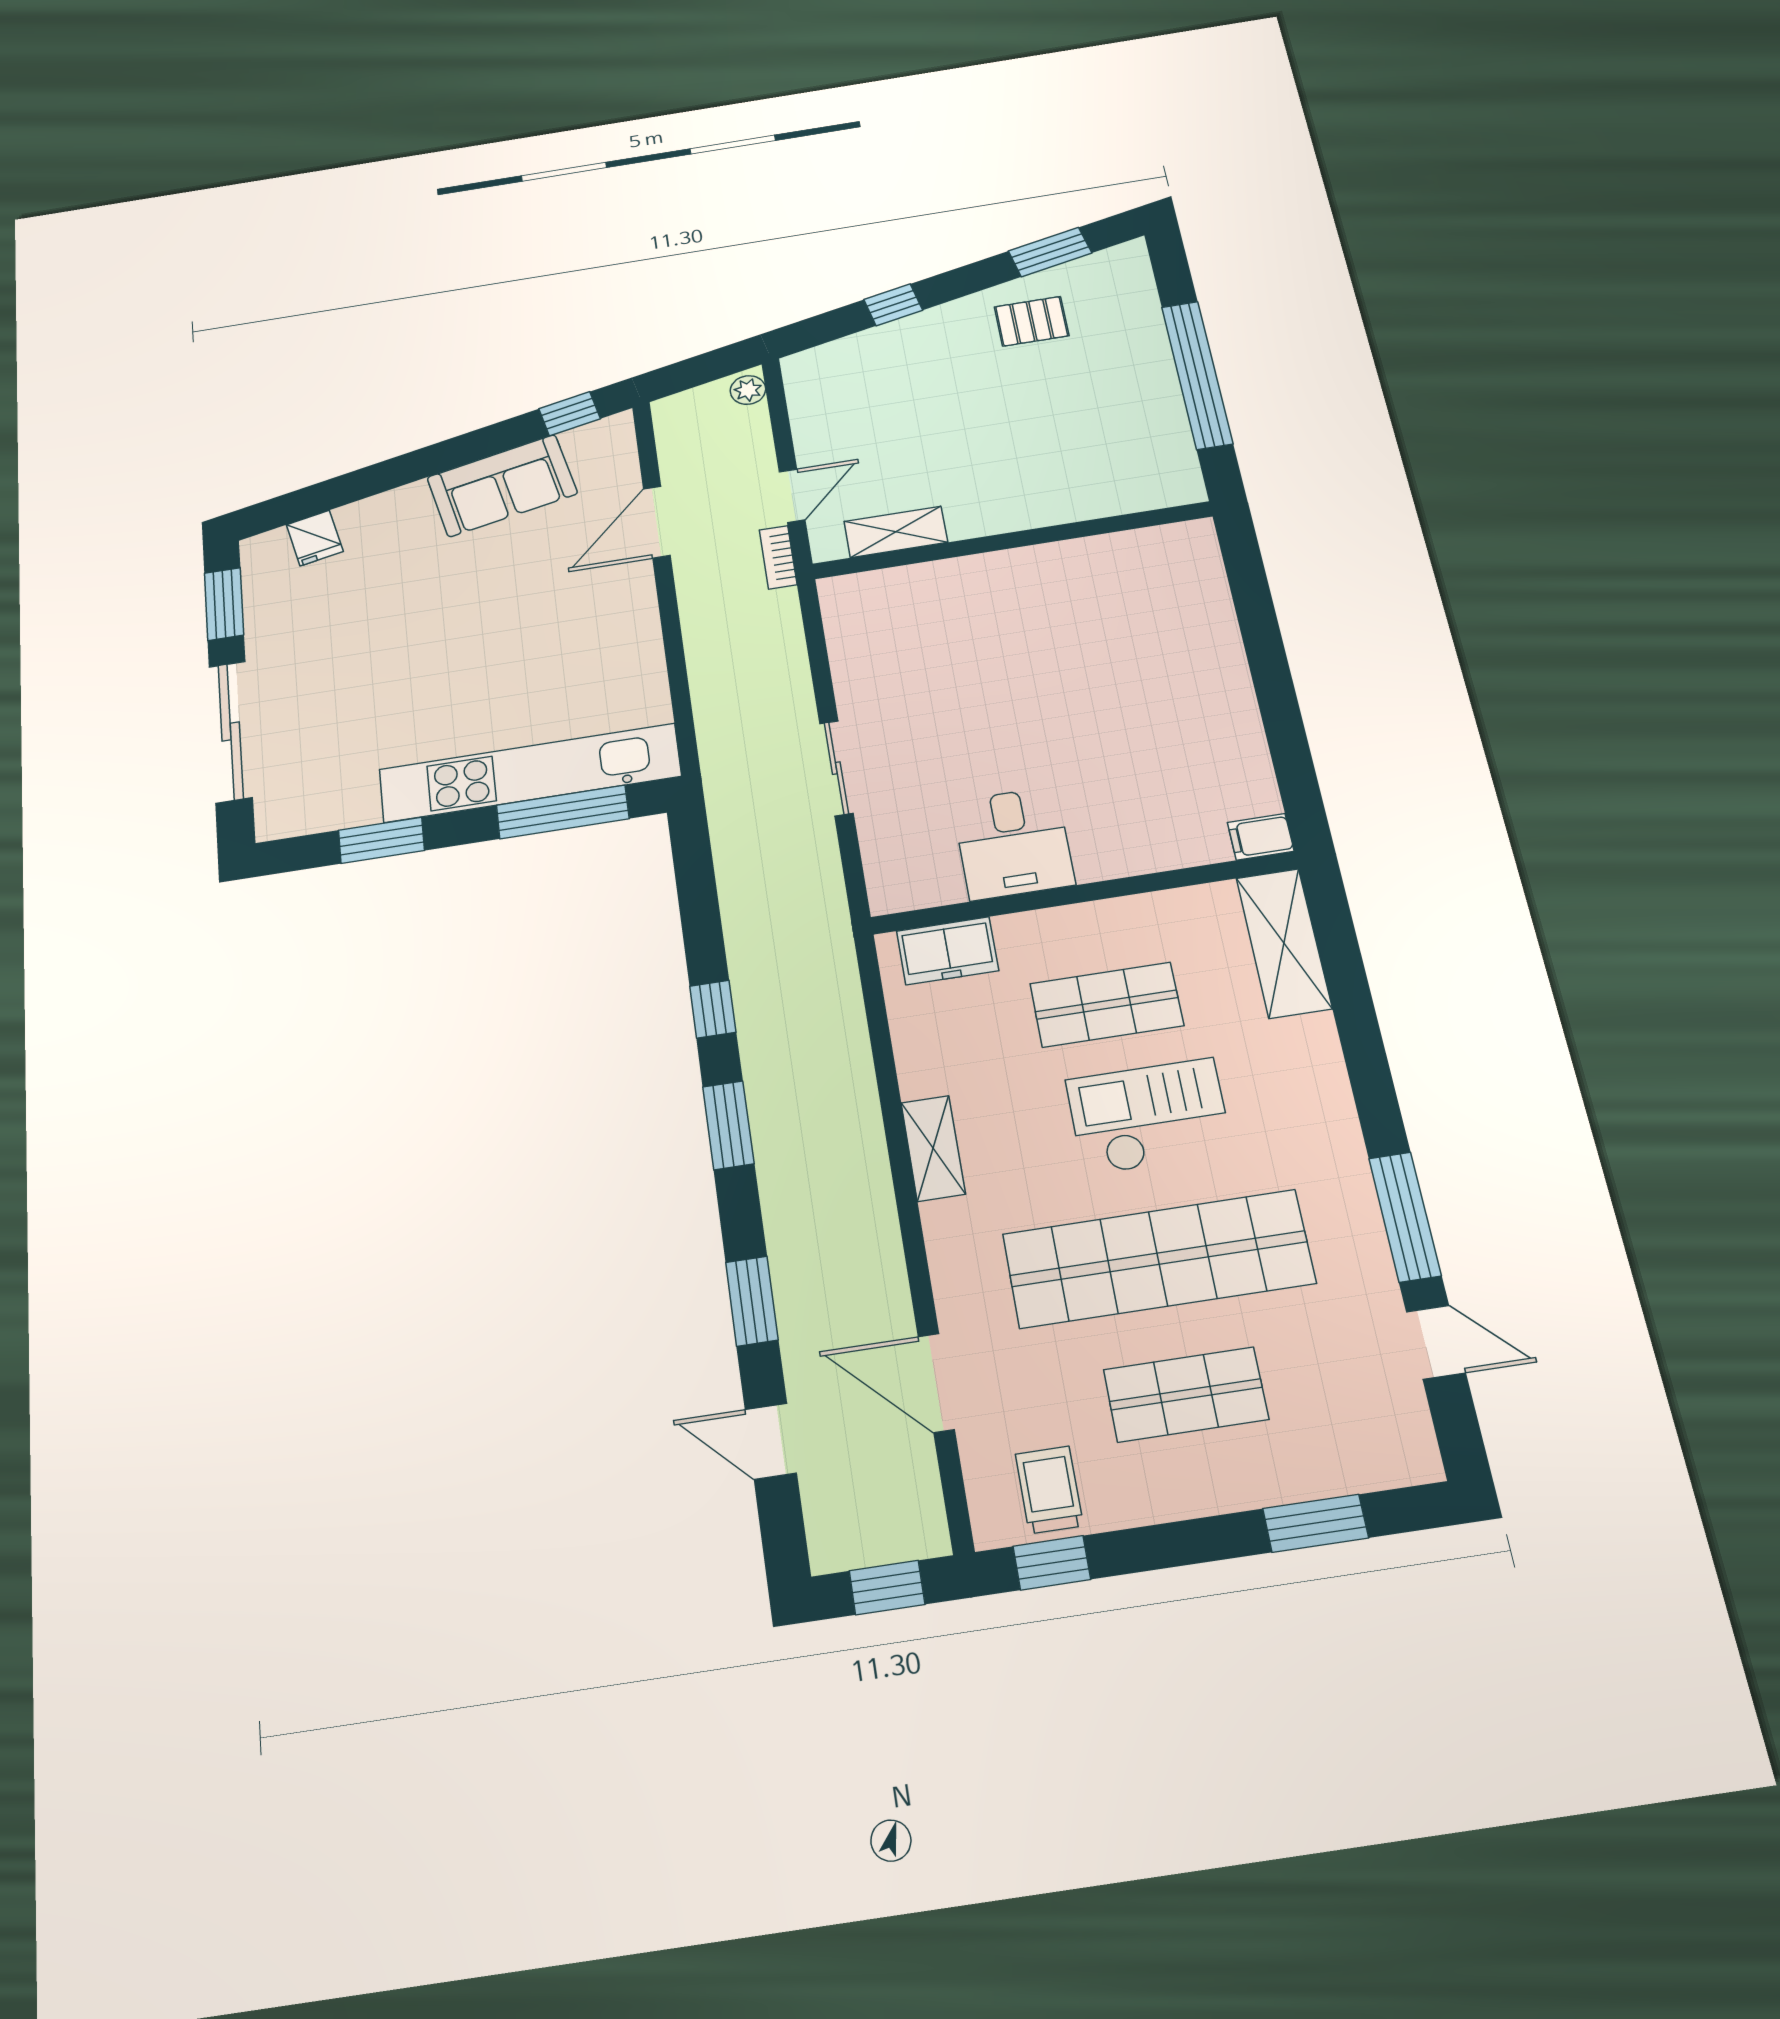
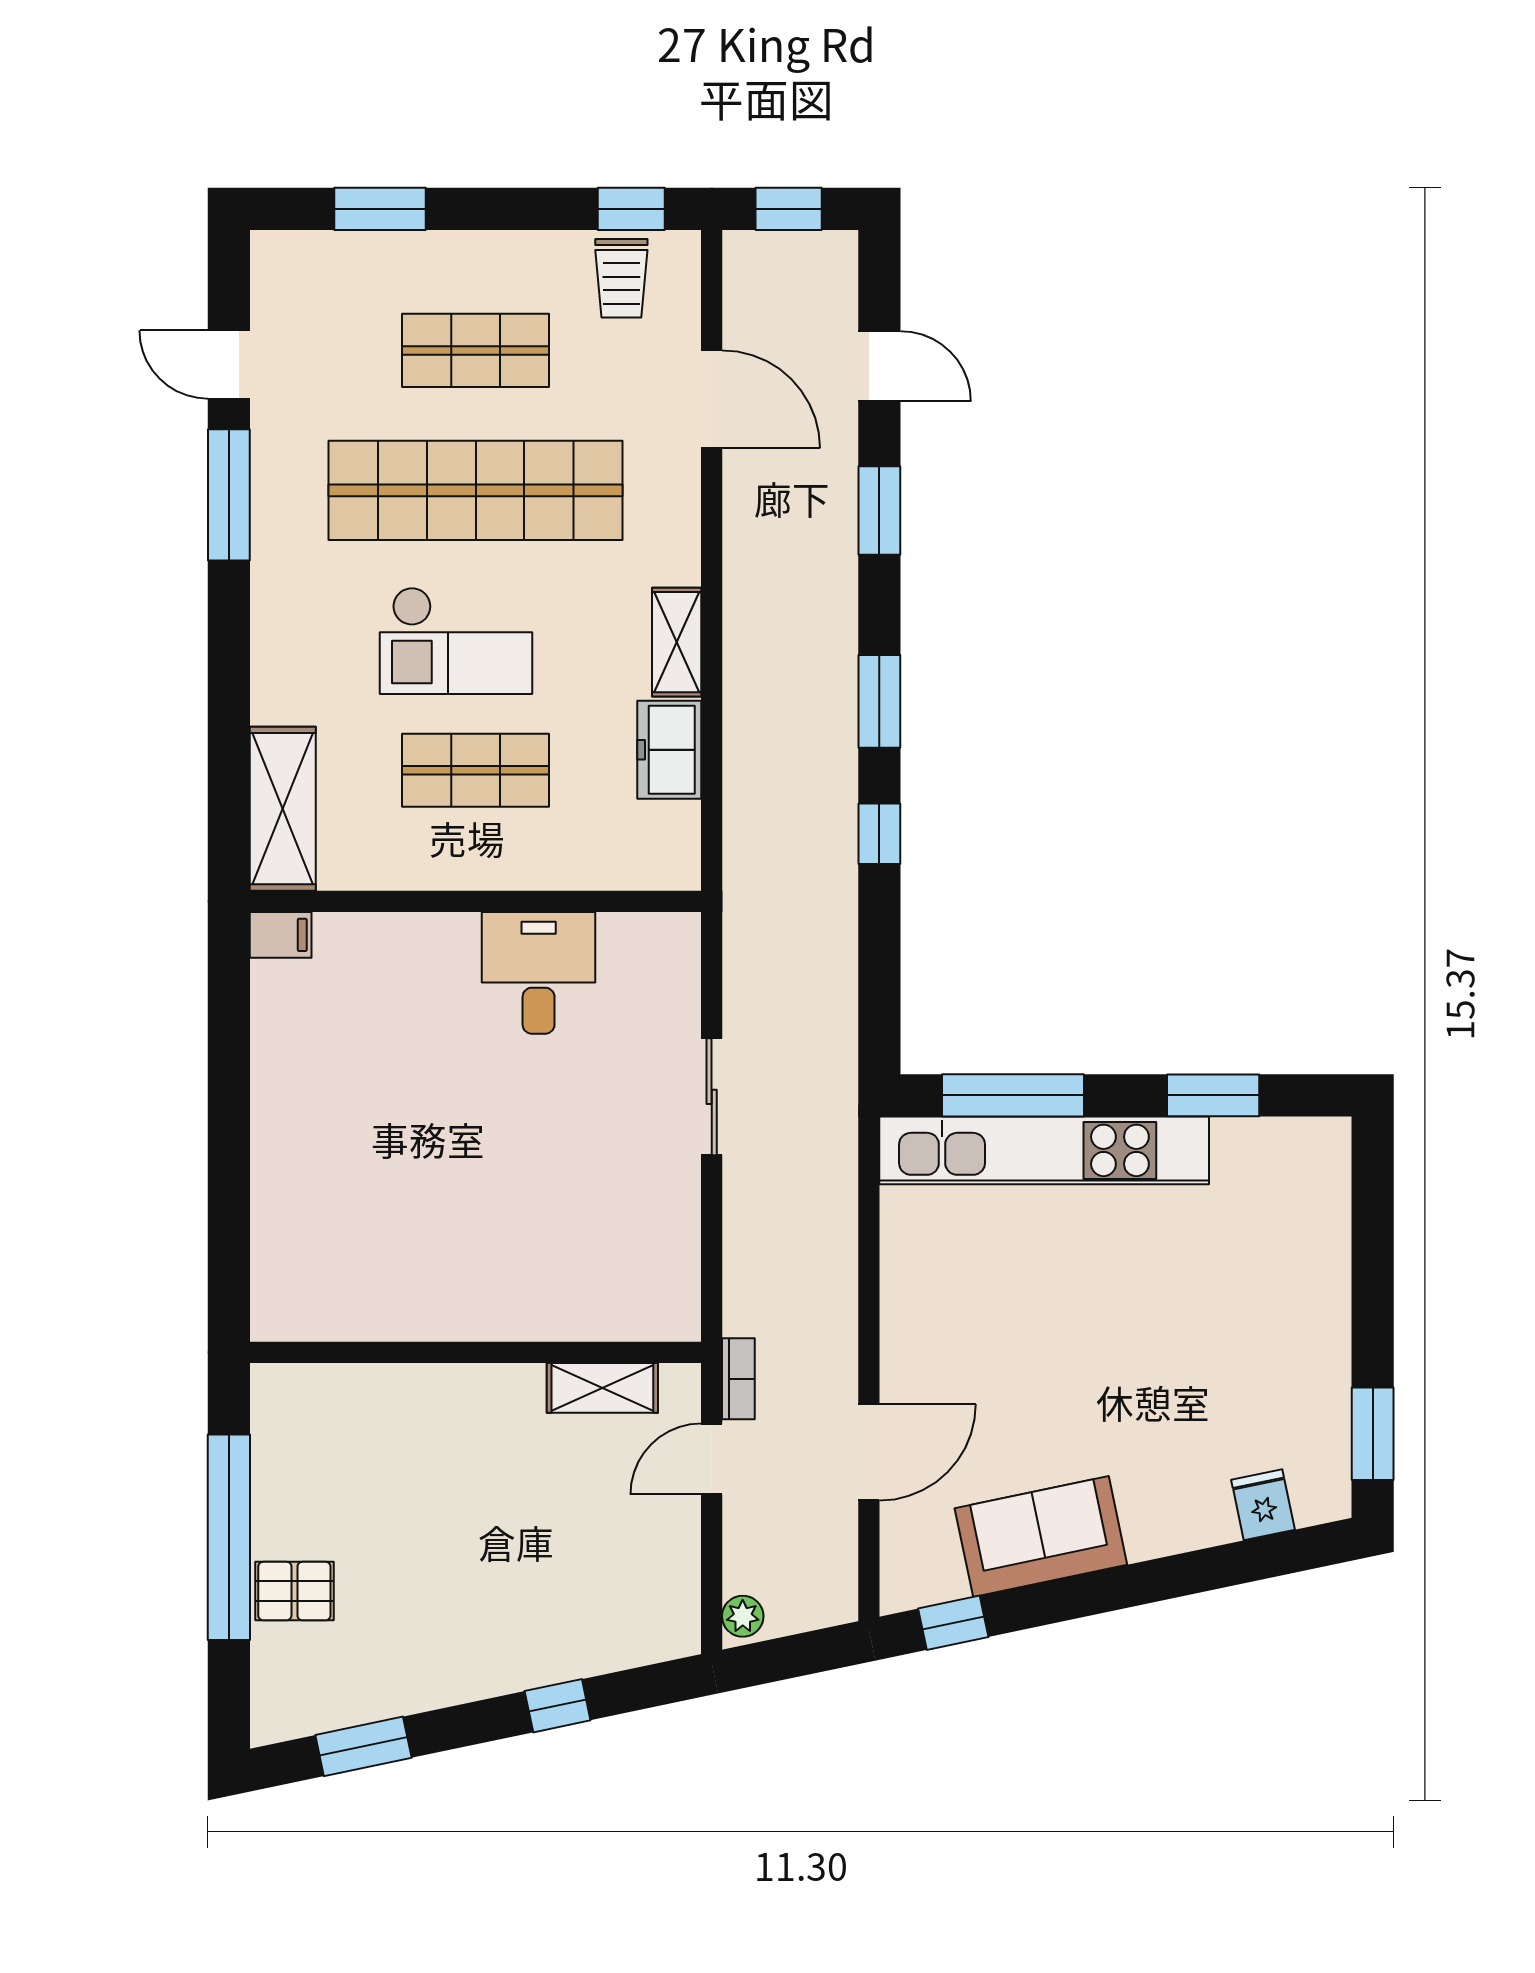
pallet: (1032, 321) -> (294, 1591), moved
sliding door: (231, 731) -> (1373, 1263), removed
freezer: (948, 951) -> (669, 750), moved, turned -90

